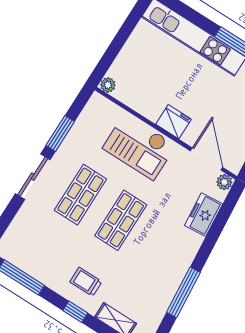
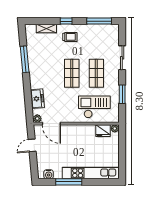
fridge: (173, 122) -> (103, 131), moved
checkout: (139, 147) -> (94, 107), moved
sliding door: (33, 177) -> (122, 58), moved

